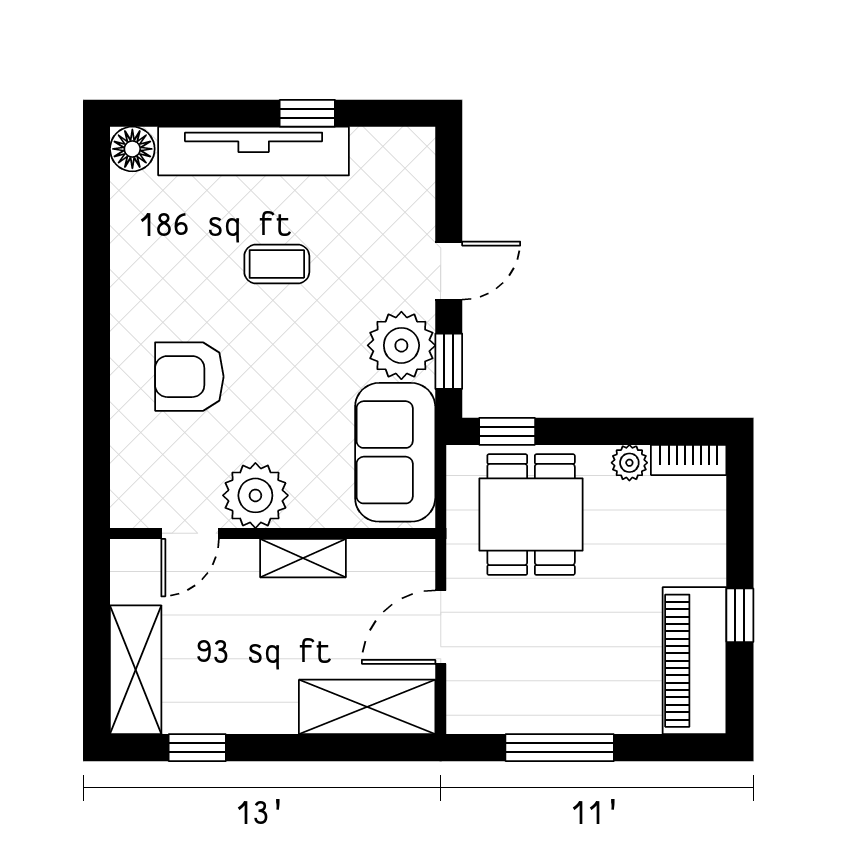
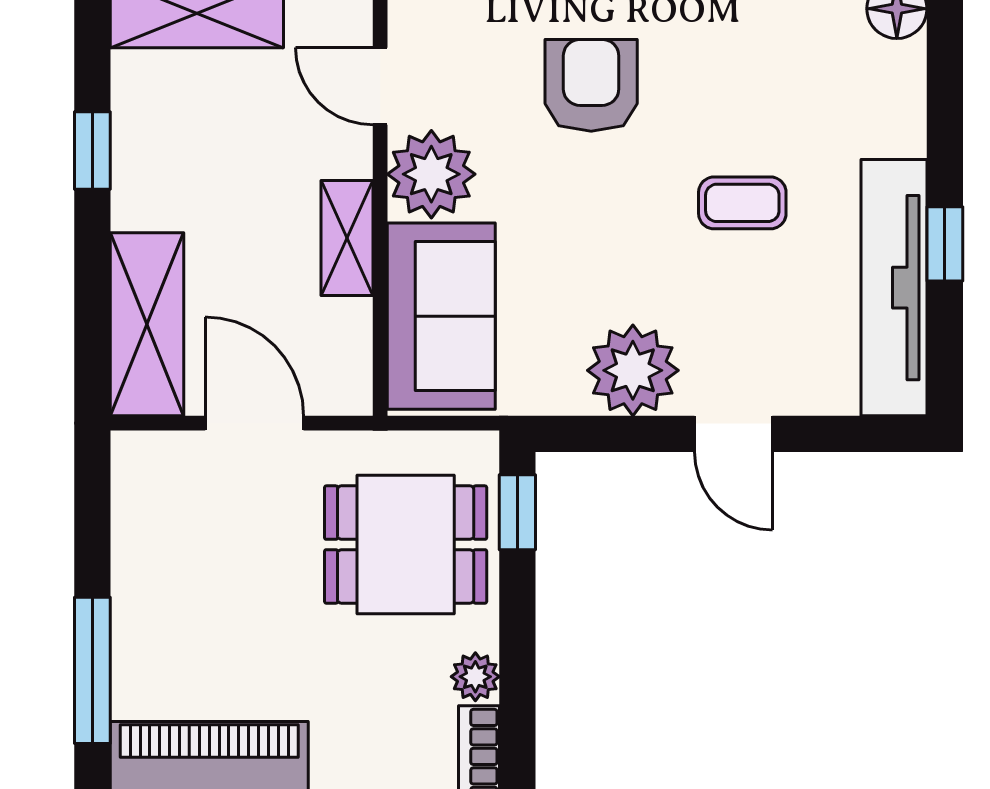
tv unit: (254, 151) -> (894, 288), moved
coffee table: (277, 264) -> (742, 203), turned 90
window: (449, 361) -> (612, 434), removed
sofa: (395, 452) -> (441, 316), moved, turned 90
window: (197, 748) -> (92, 151), moved
window: (560, 748) -> (92, 670), moved

